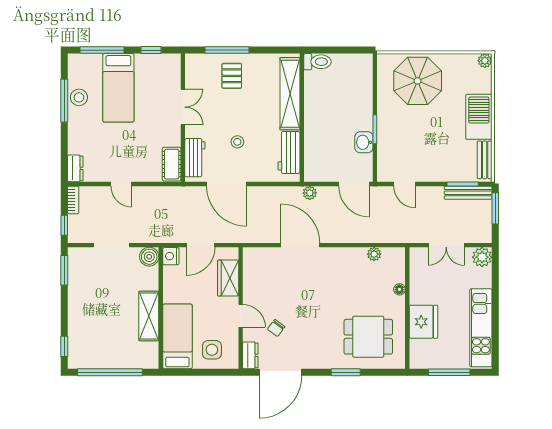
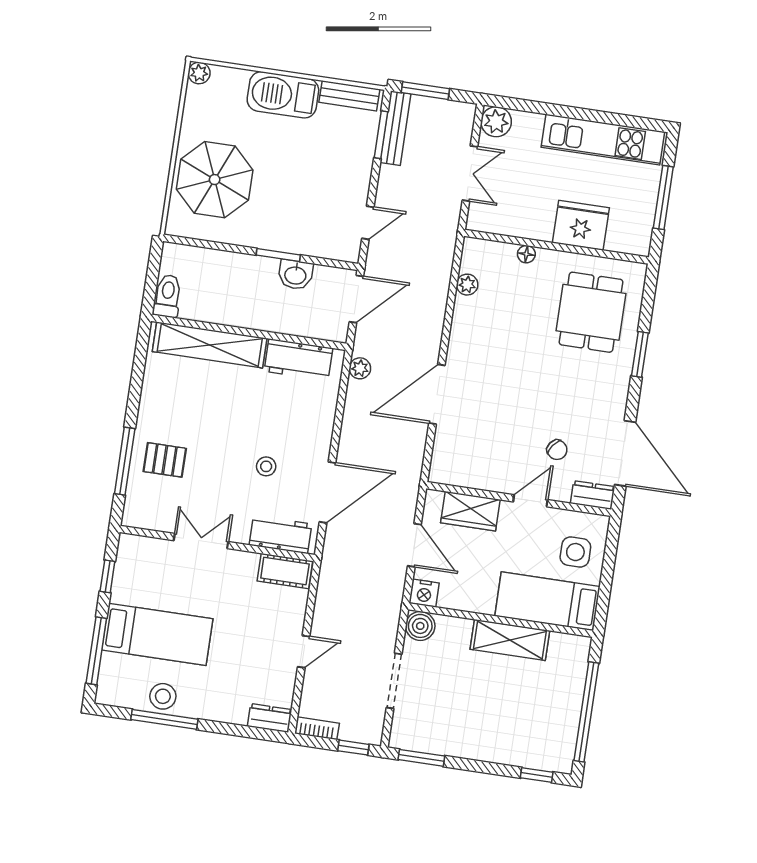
toilet: (318, 62) -> (167, 296), moved
shelving: (290, 94) -> (210, 345), moved
wall: (302, 118) -> (249, 332), moved
workbench: (289, 152) -> (298, 360), moved

